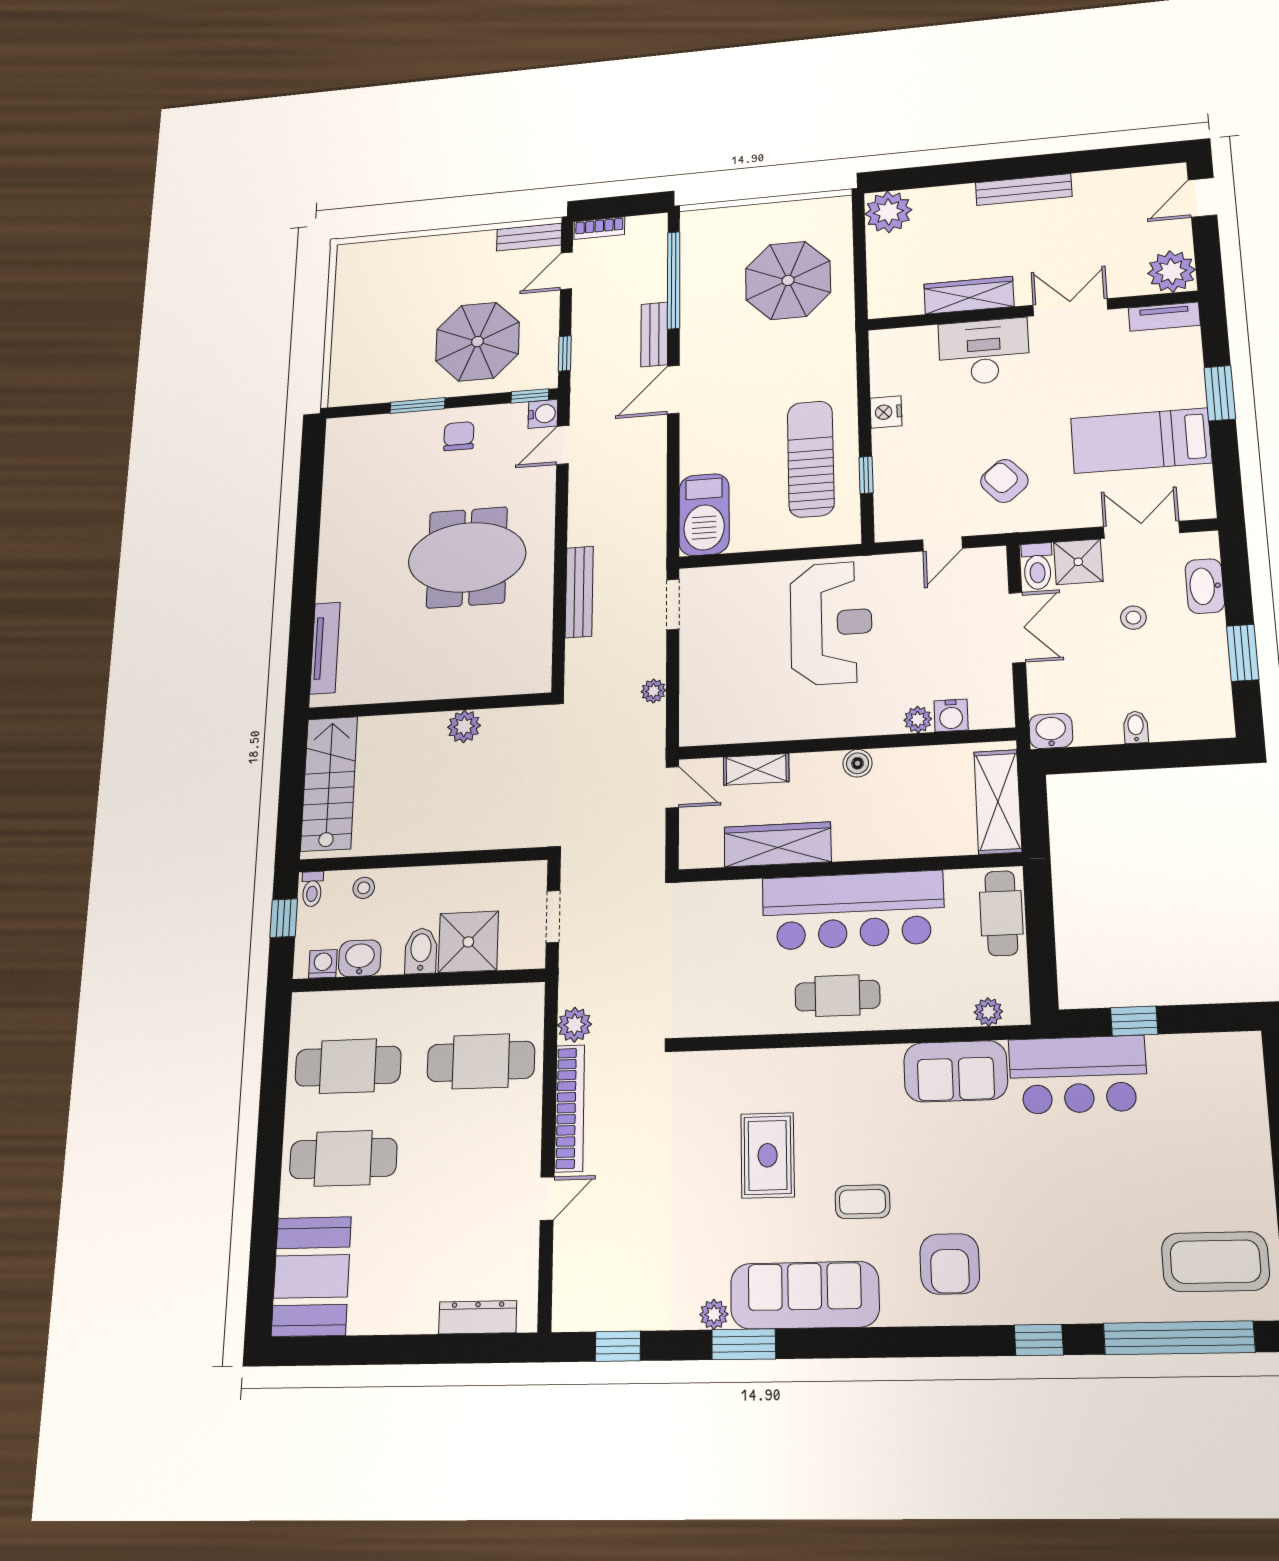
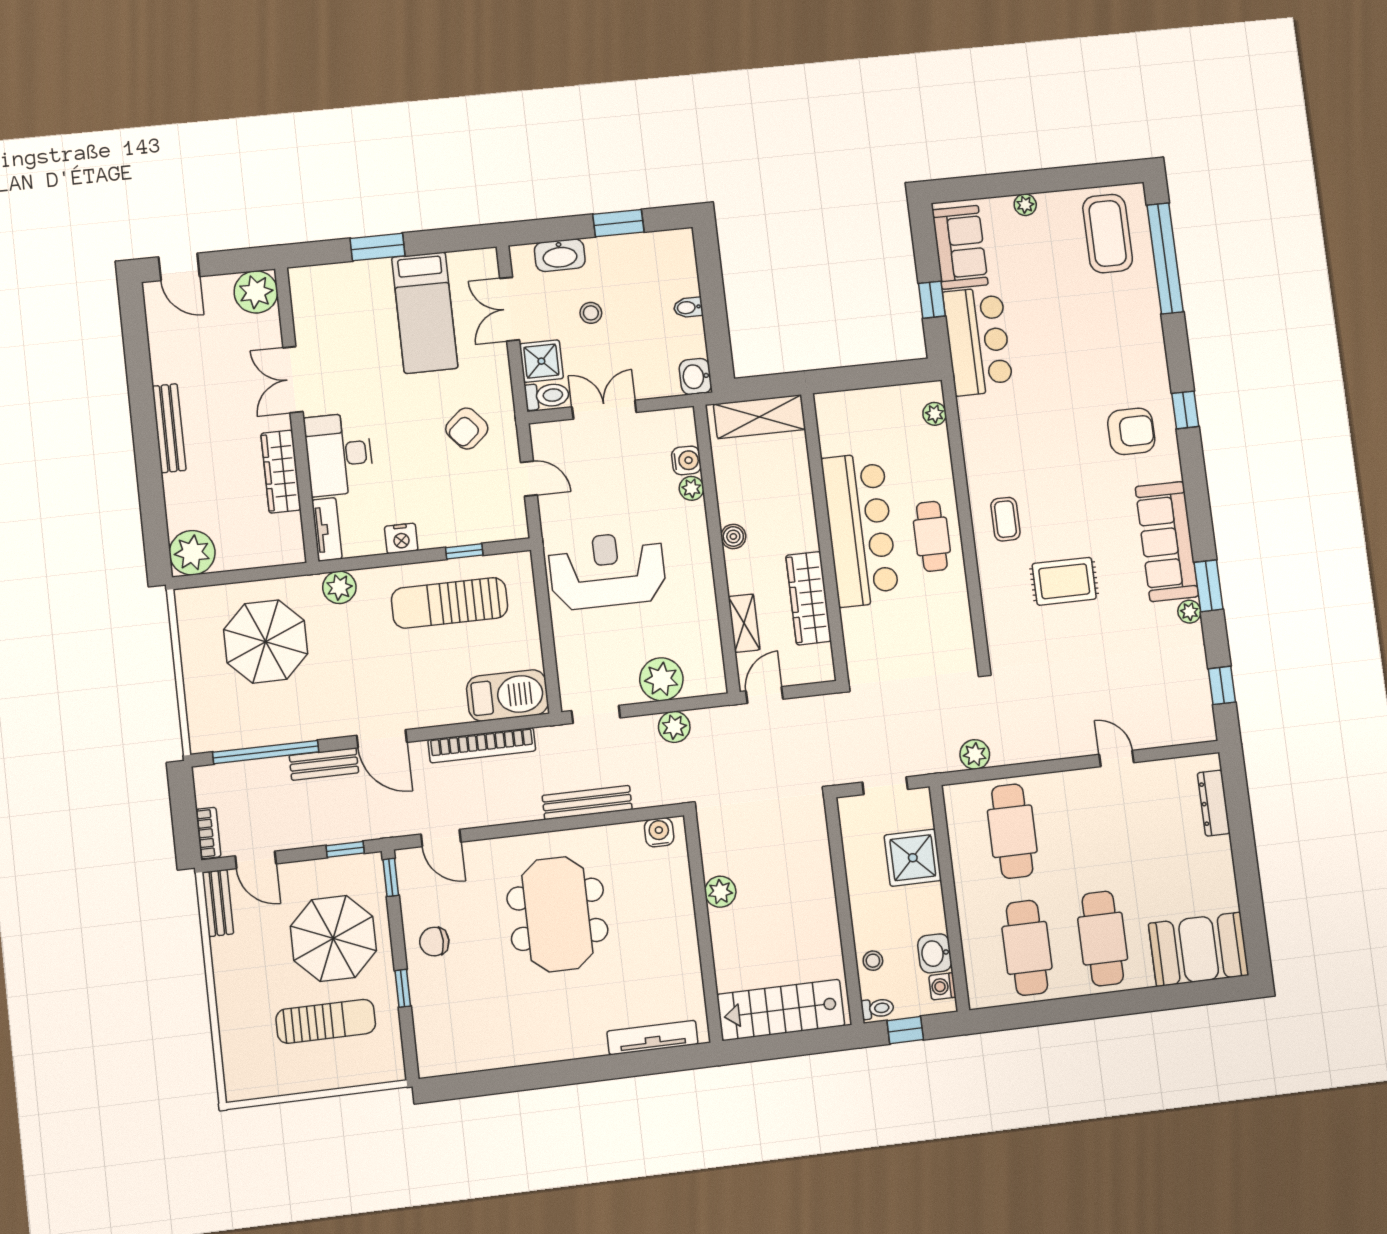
tv unit: (1164, 317) -> (327, 529), moved
sun lounger: (398, 334) -> (326, 1021), added
plant: (838, 351) -> (339, 587), added
window: (417, 405) -> (403, 988), width x0.67
water cooler: (543, 414) -> (659, 832), moved
plant: (703, 676) -> (661, 679), added
plant: (653, 691) -> (674, 727), width x1.38, depth x1.38
cafe table: (1001, 913) -> (853, 408), removed
bidet: (421, 951) -> (924, 899), removed
sofa: (956, 1071) -> (960, 247), moved
bookcase: (570, 1108) -> (482, 745), moved, turned 180
plant: (1257, 1154) -> (1025, 205), added
coffee table: (862, 1202) -> (1005, 519), moved
window: (1039, 1340) -> (1185, 410), moved

